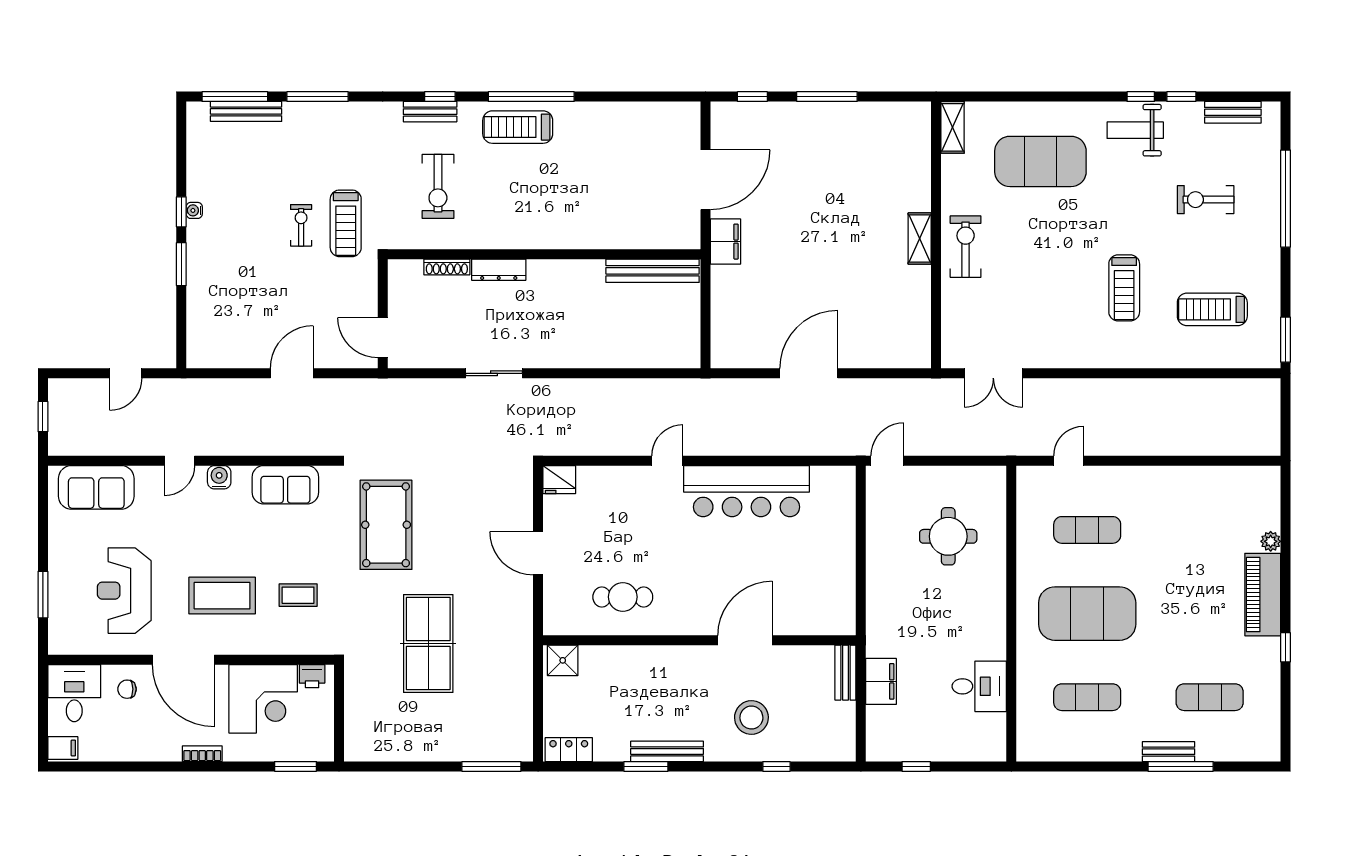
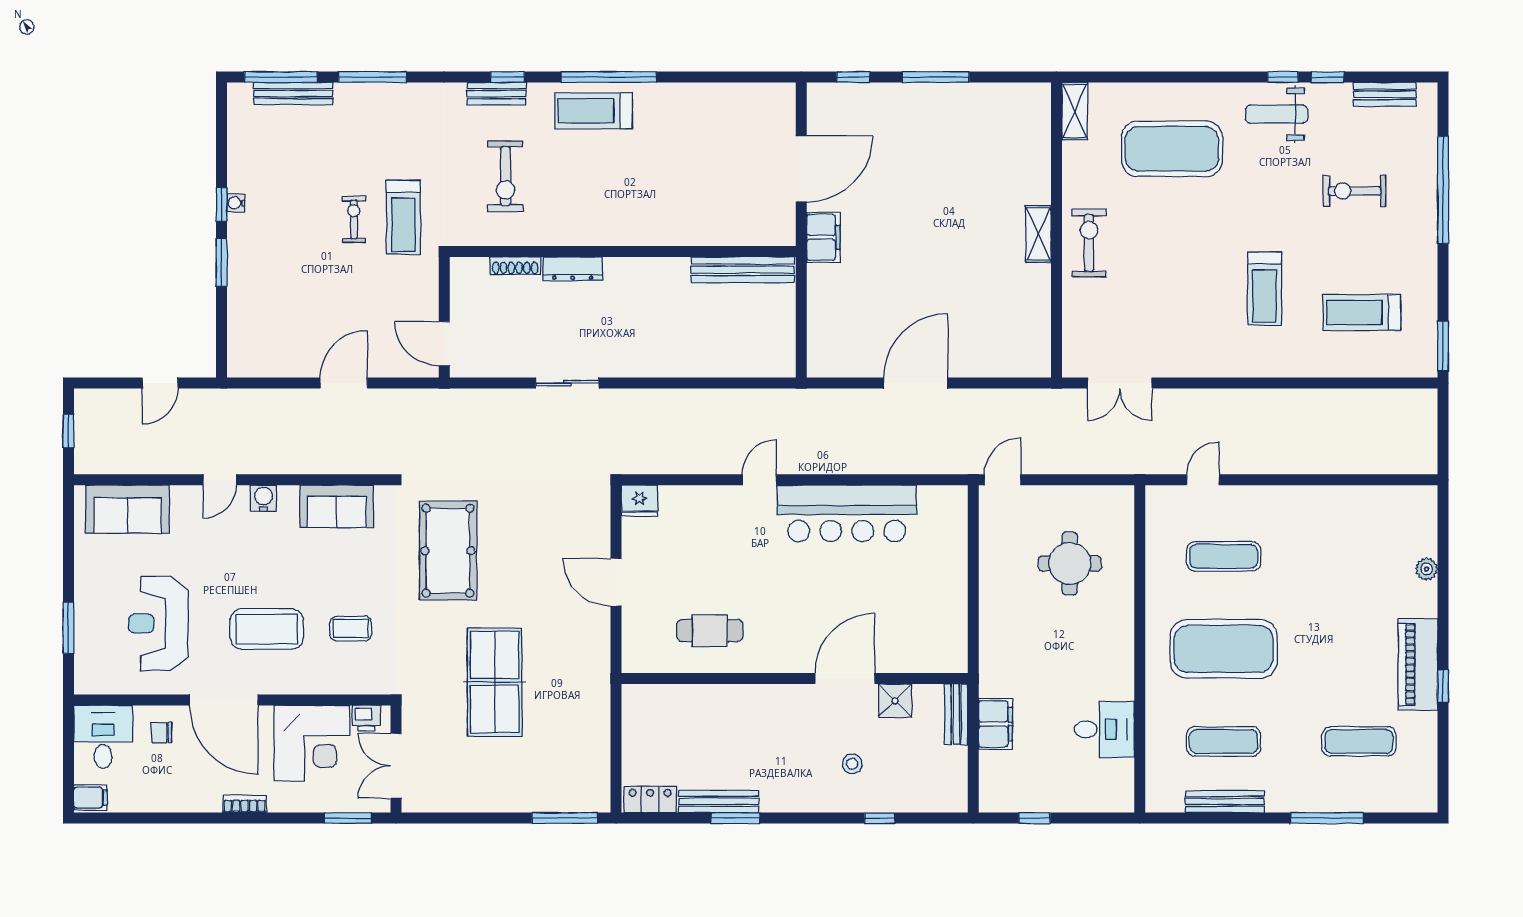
piano: (1263, 595) -> (1418, 664), moved
shower: (563, 660) -> (895, 701), moved
stool: (751, 718) -> (852, 764), width x0.53, depth x0.53
double door: (339, 719) -> (396, 766), added
bench: (667, 751) -> (719, 801), moved
bench: (1168, 752) -> (1225, 802), moved, width x1.36

